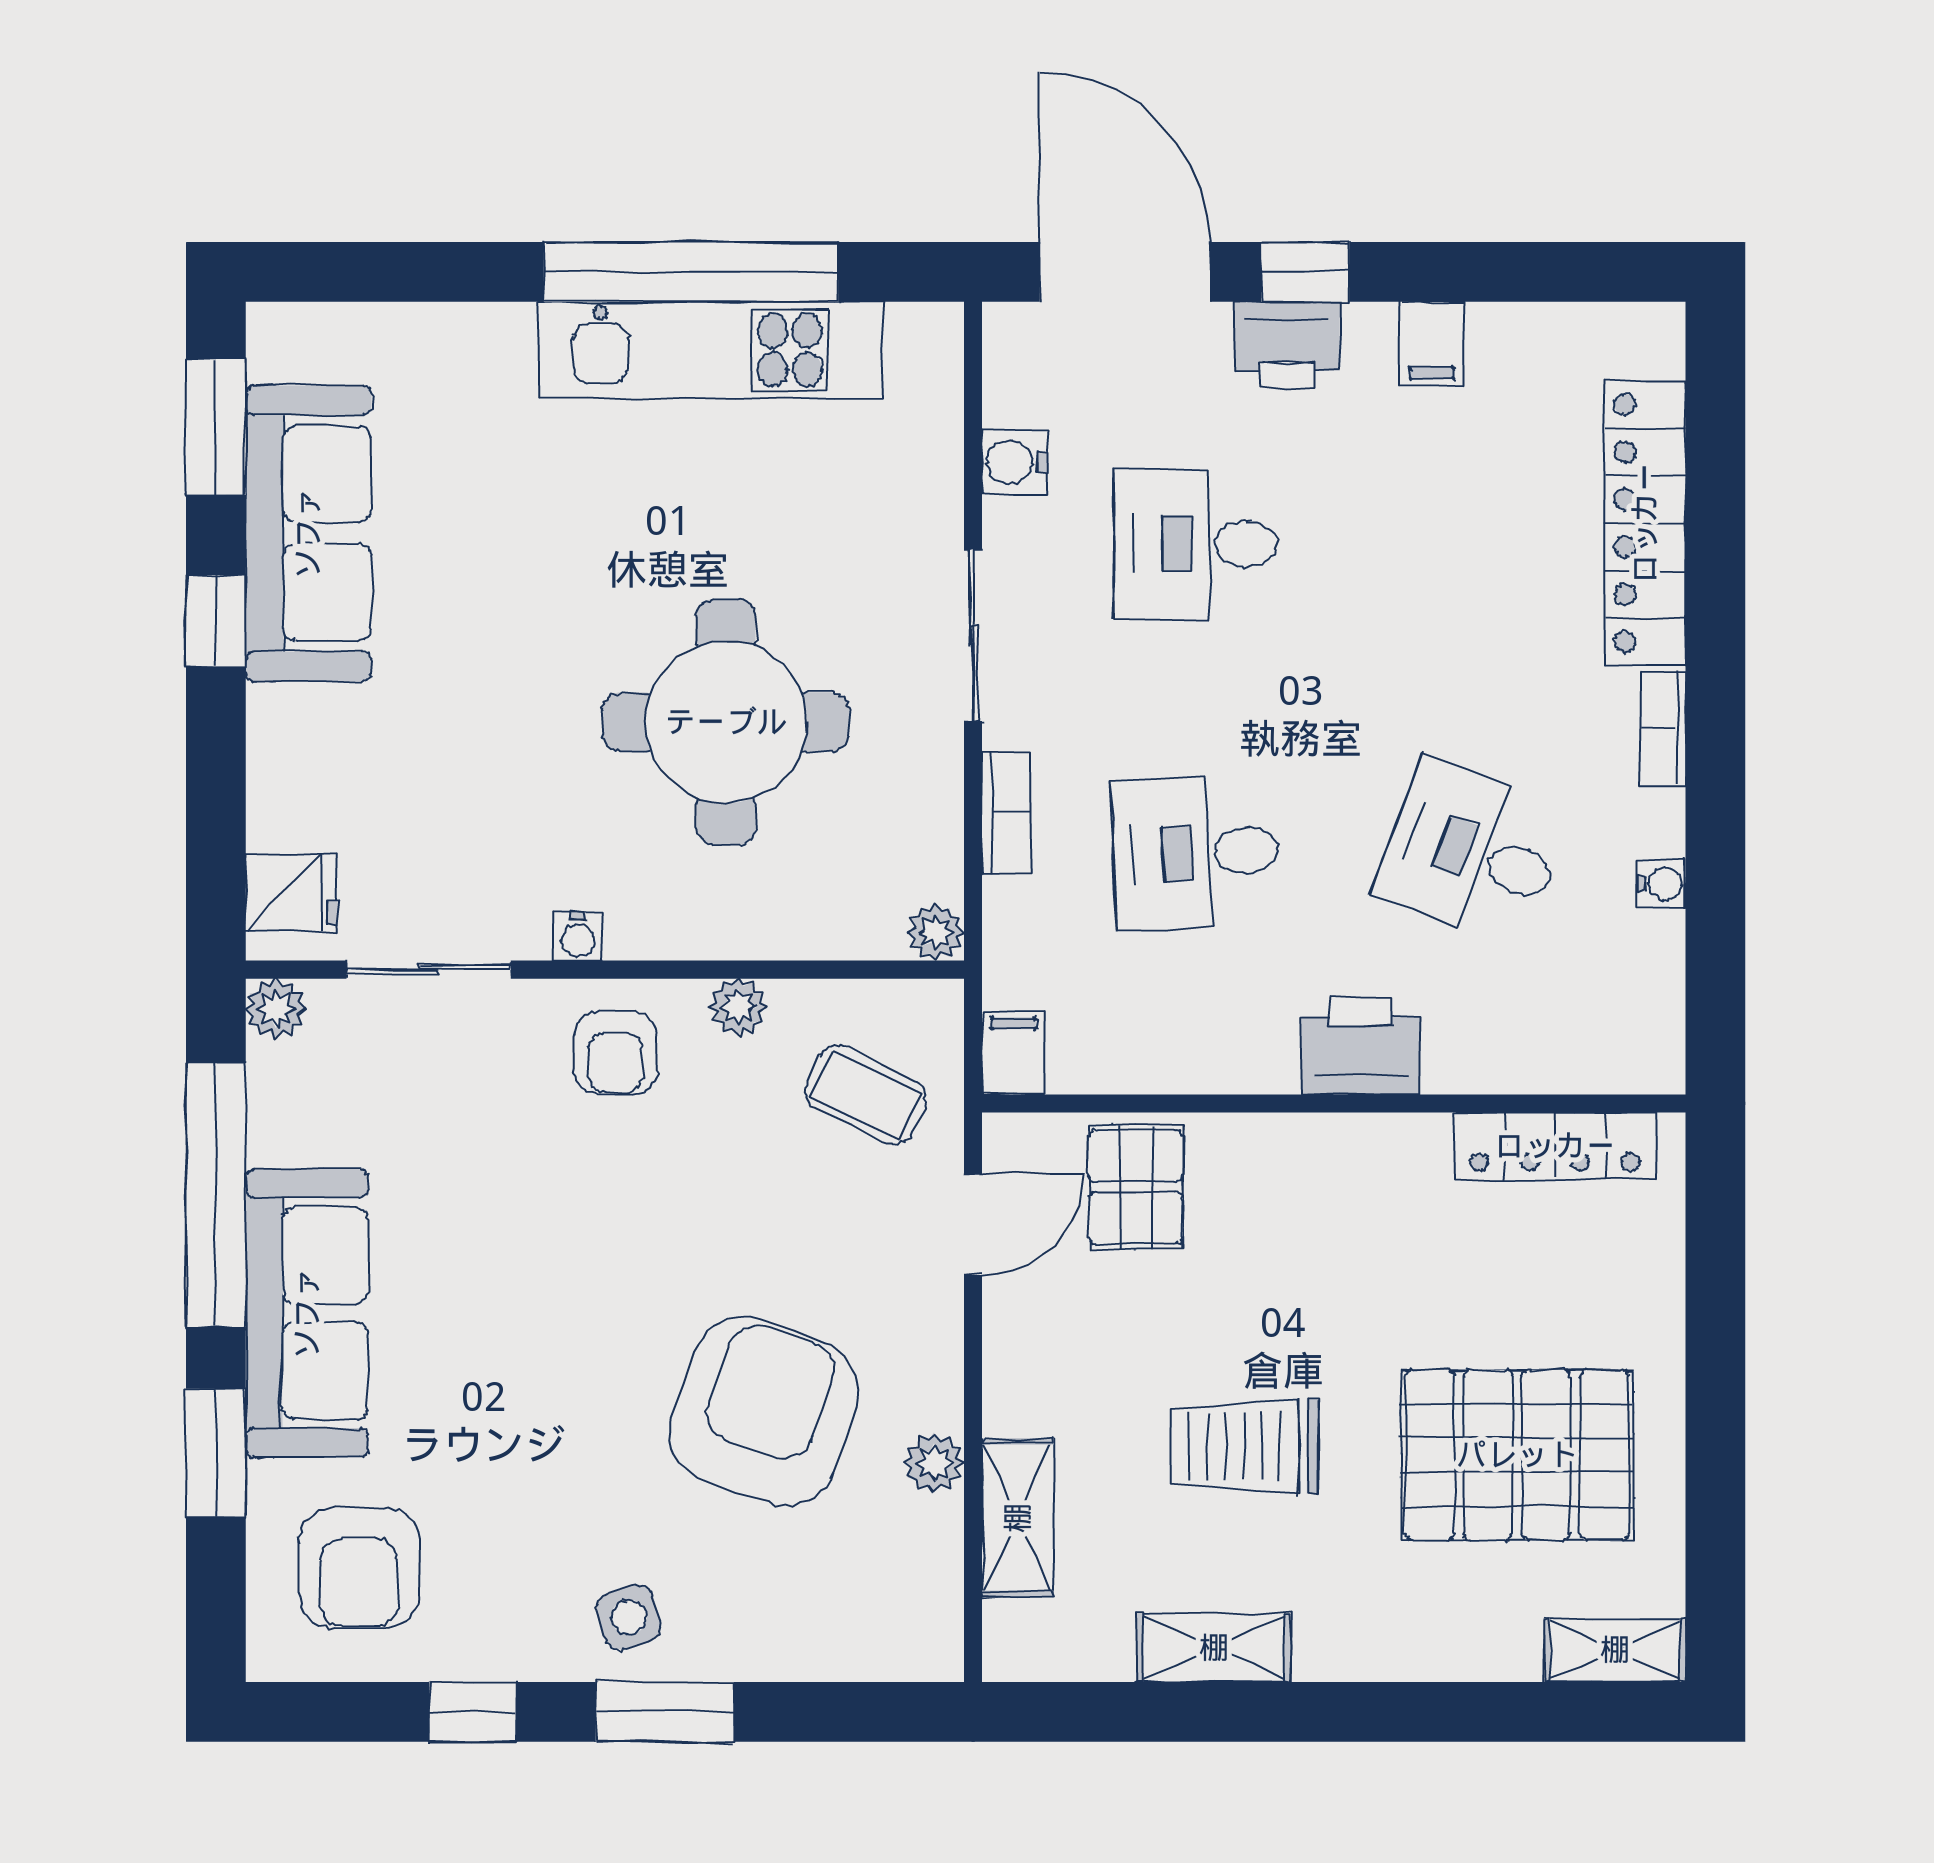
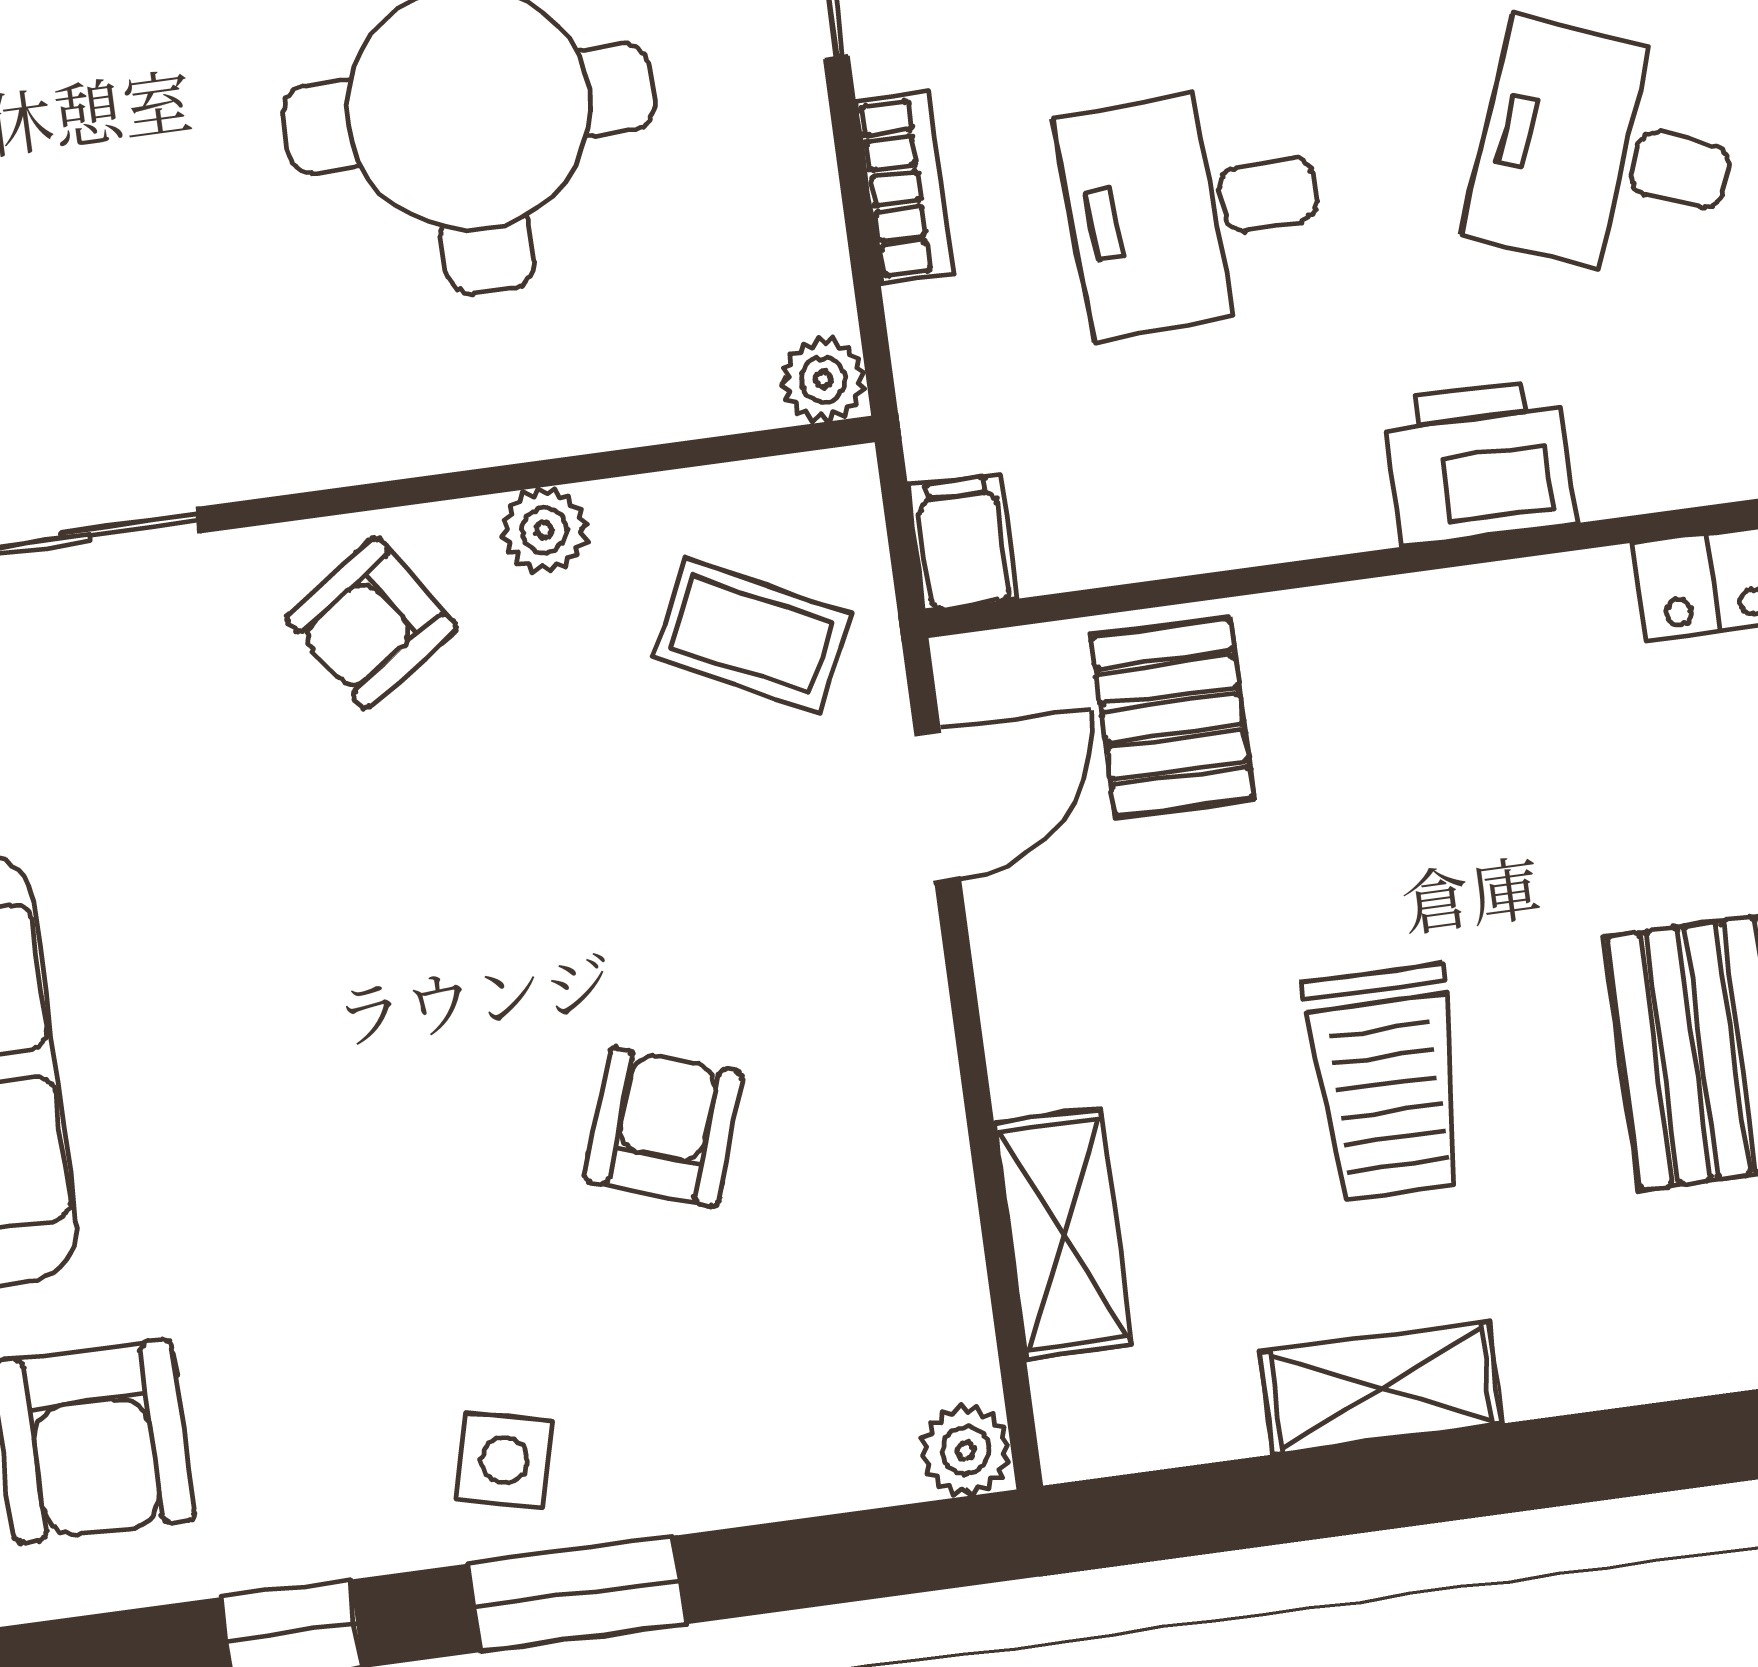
water cooler: (578, 937) -> (292, 458), removed
armchair: (616, 1053) -> (371, 623), turned 56
armchair: (764, 1411) -> (664, 1127), width x0.53, depth x0.53
trolley: (1245, 1446) -> (1387, 1082), turned -90
plant: (934, 1463) -> (965, 1451), moved
side table: (629, 1617) -> (504, 1460), turned 30

